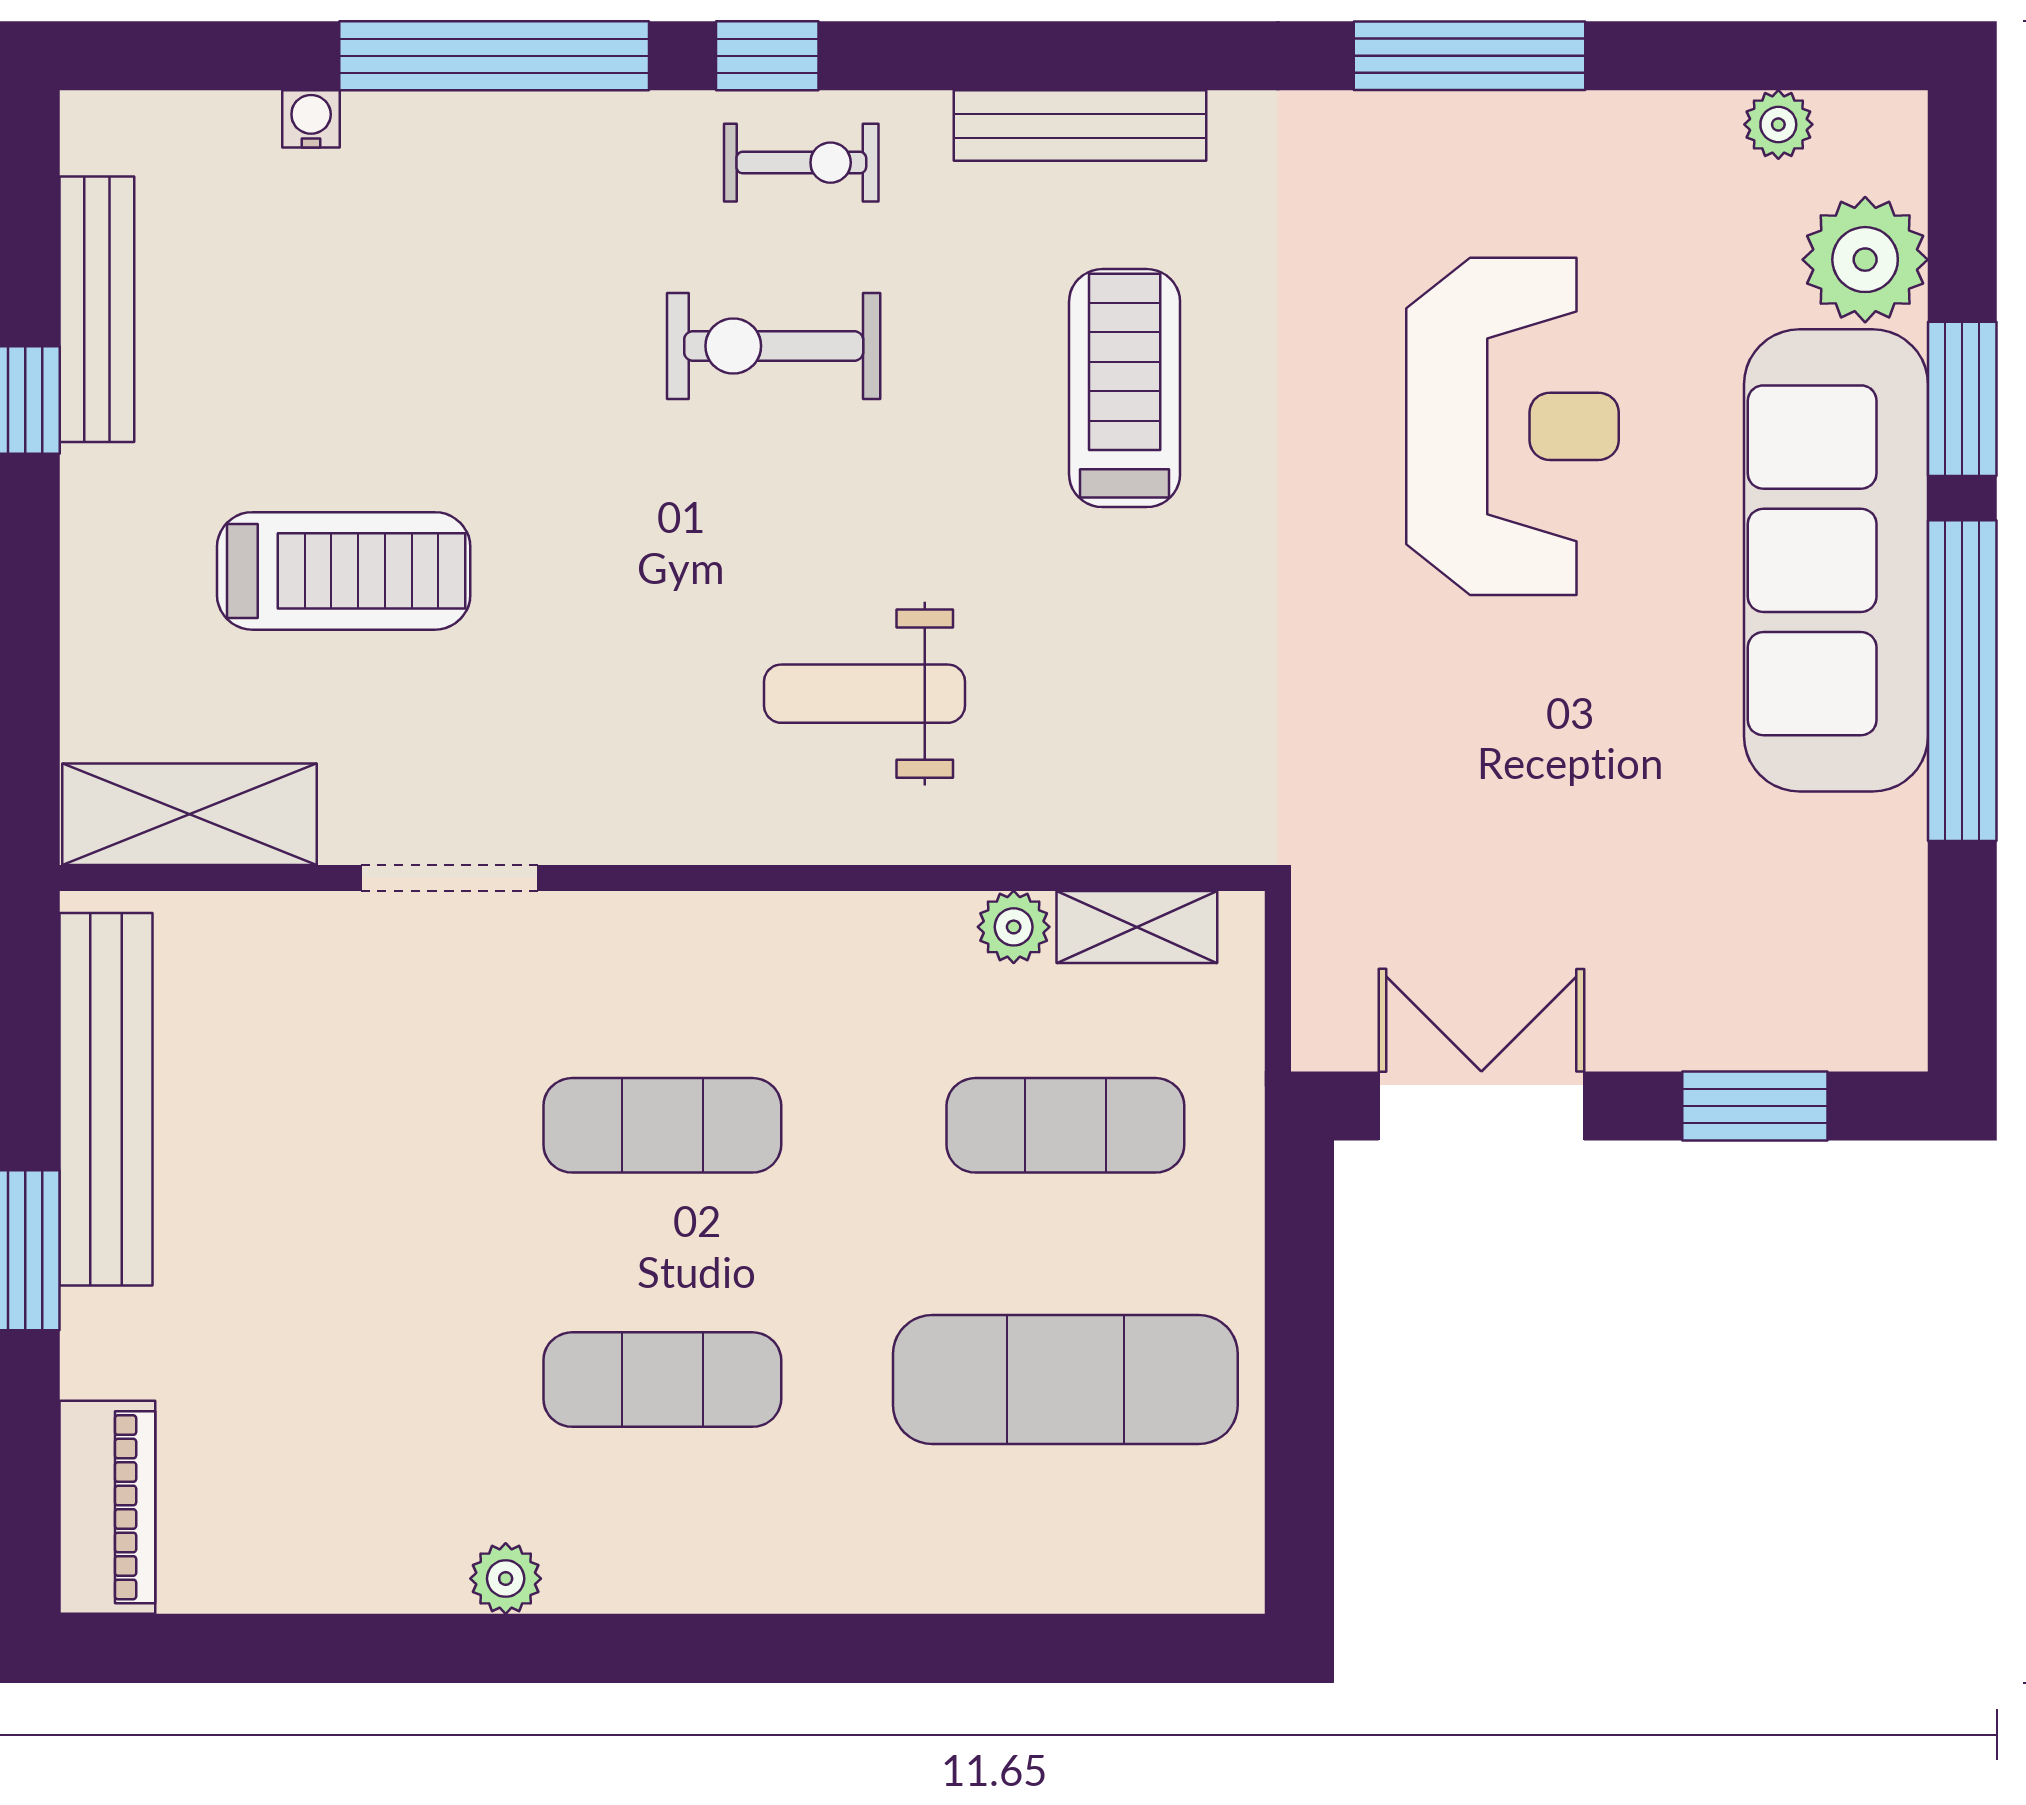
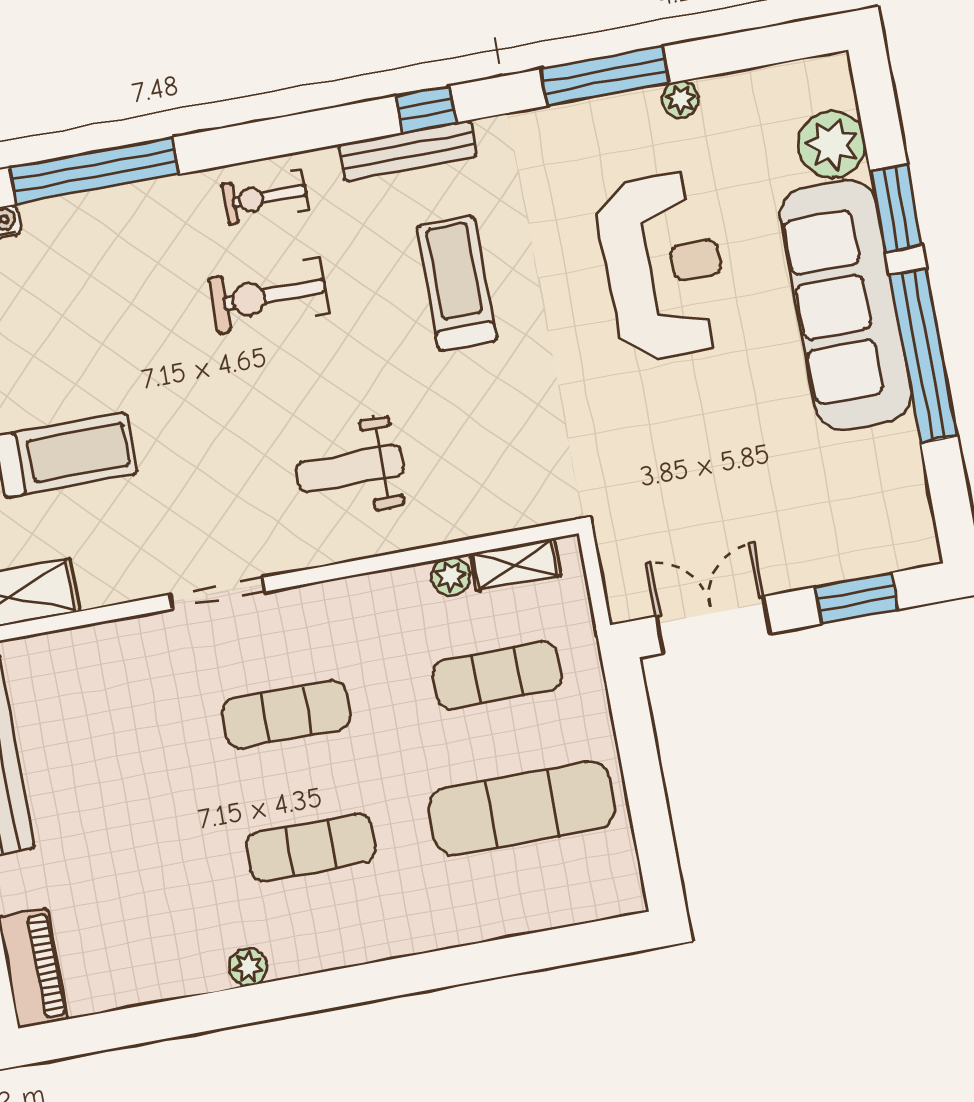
window: (767, 56) -> (426, 109), moved
plant: (1778, 124) -> (680, 99), moved
exercise bike: (801, 163) -> (266, 197), turned 180
doorway: (450, 878) -> (217, 593), moved

